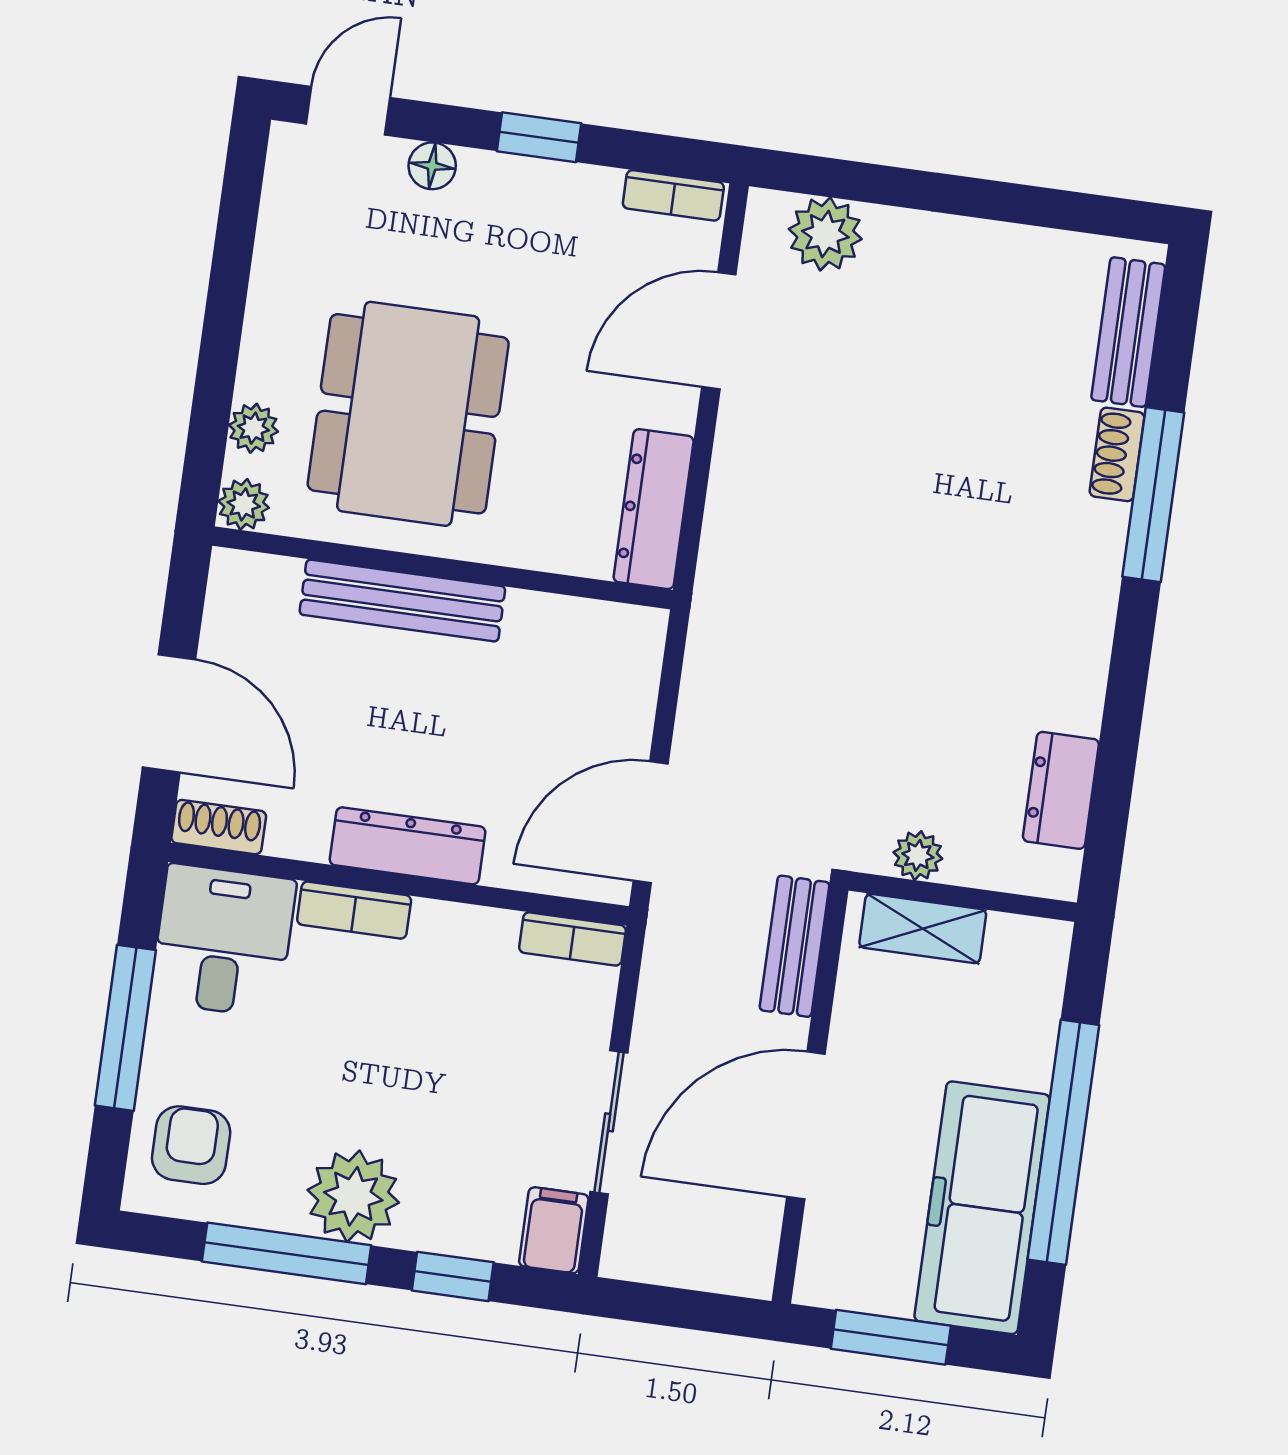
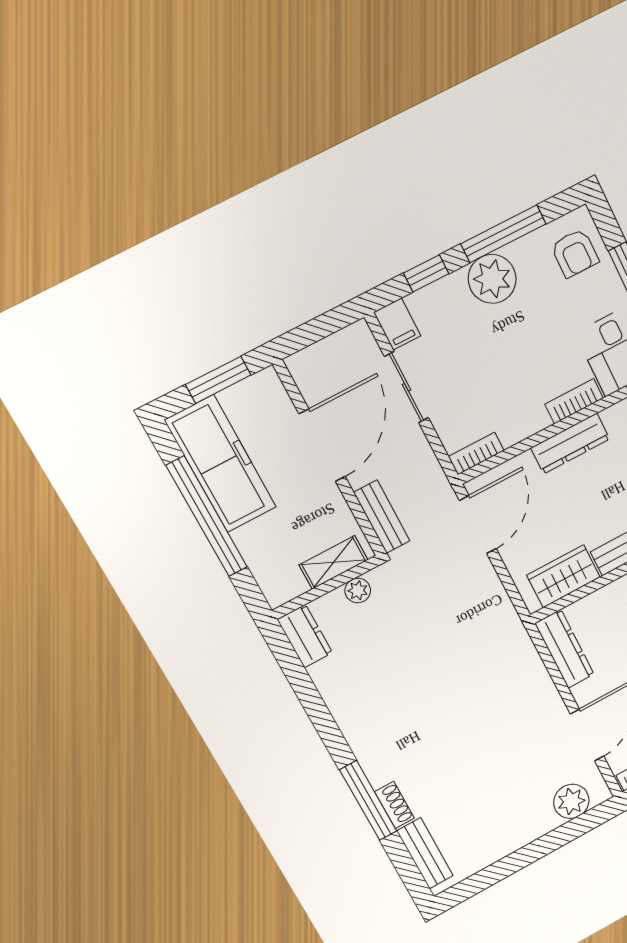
wardrobe: (570, 634) -> (563, 576), added
dresser: (1061, 790) -> (305, 636), moved

